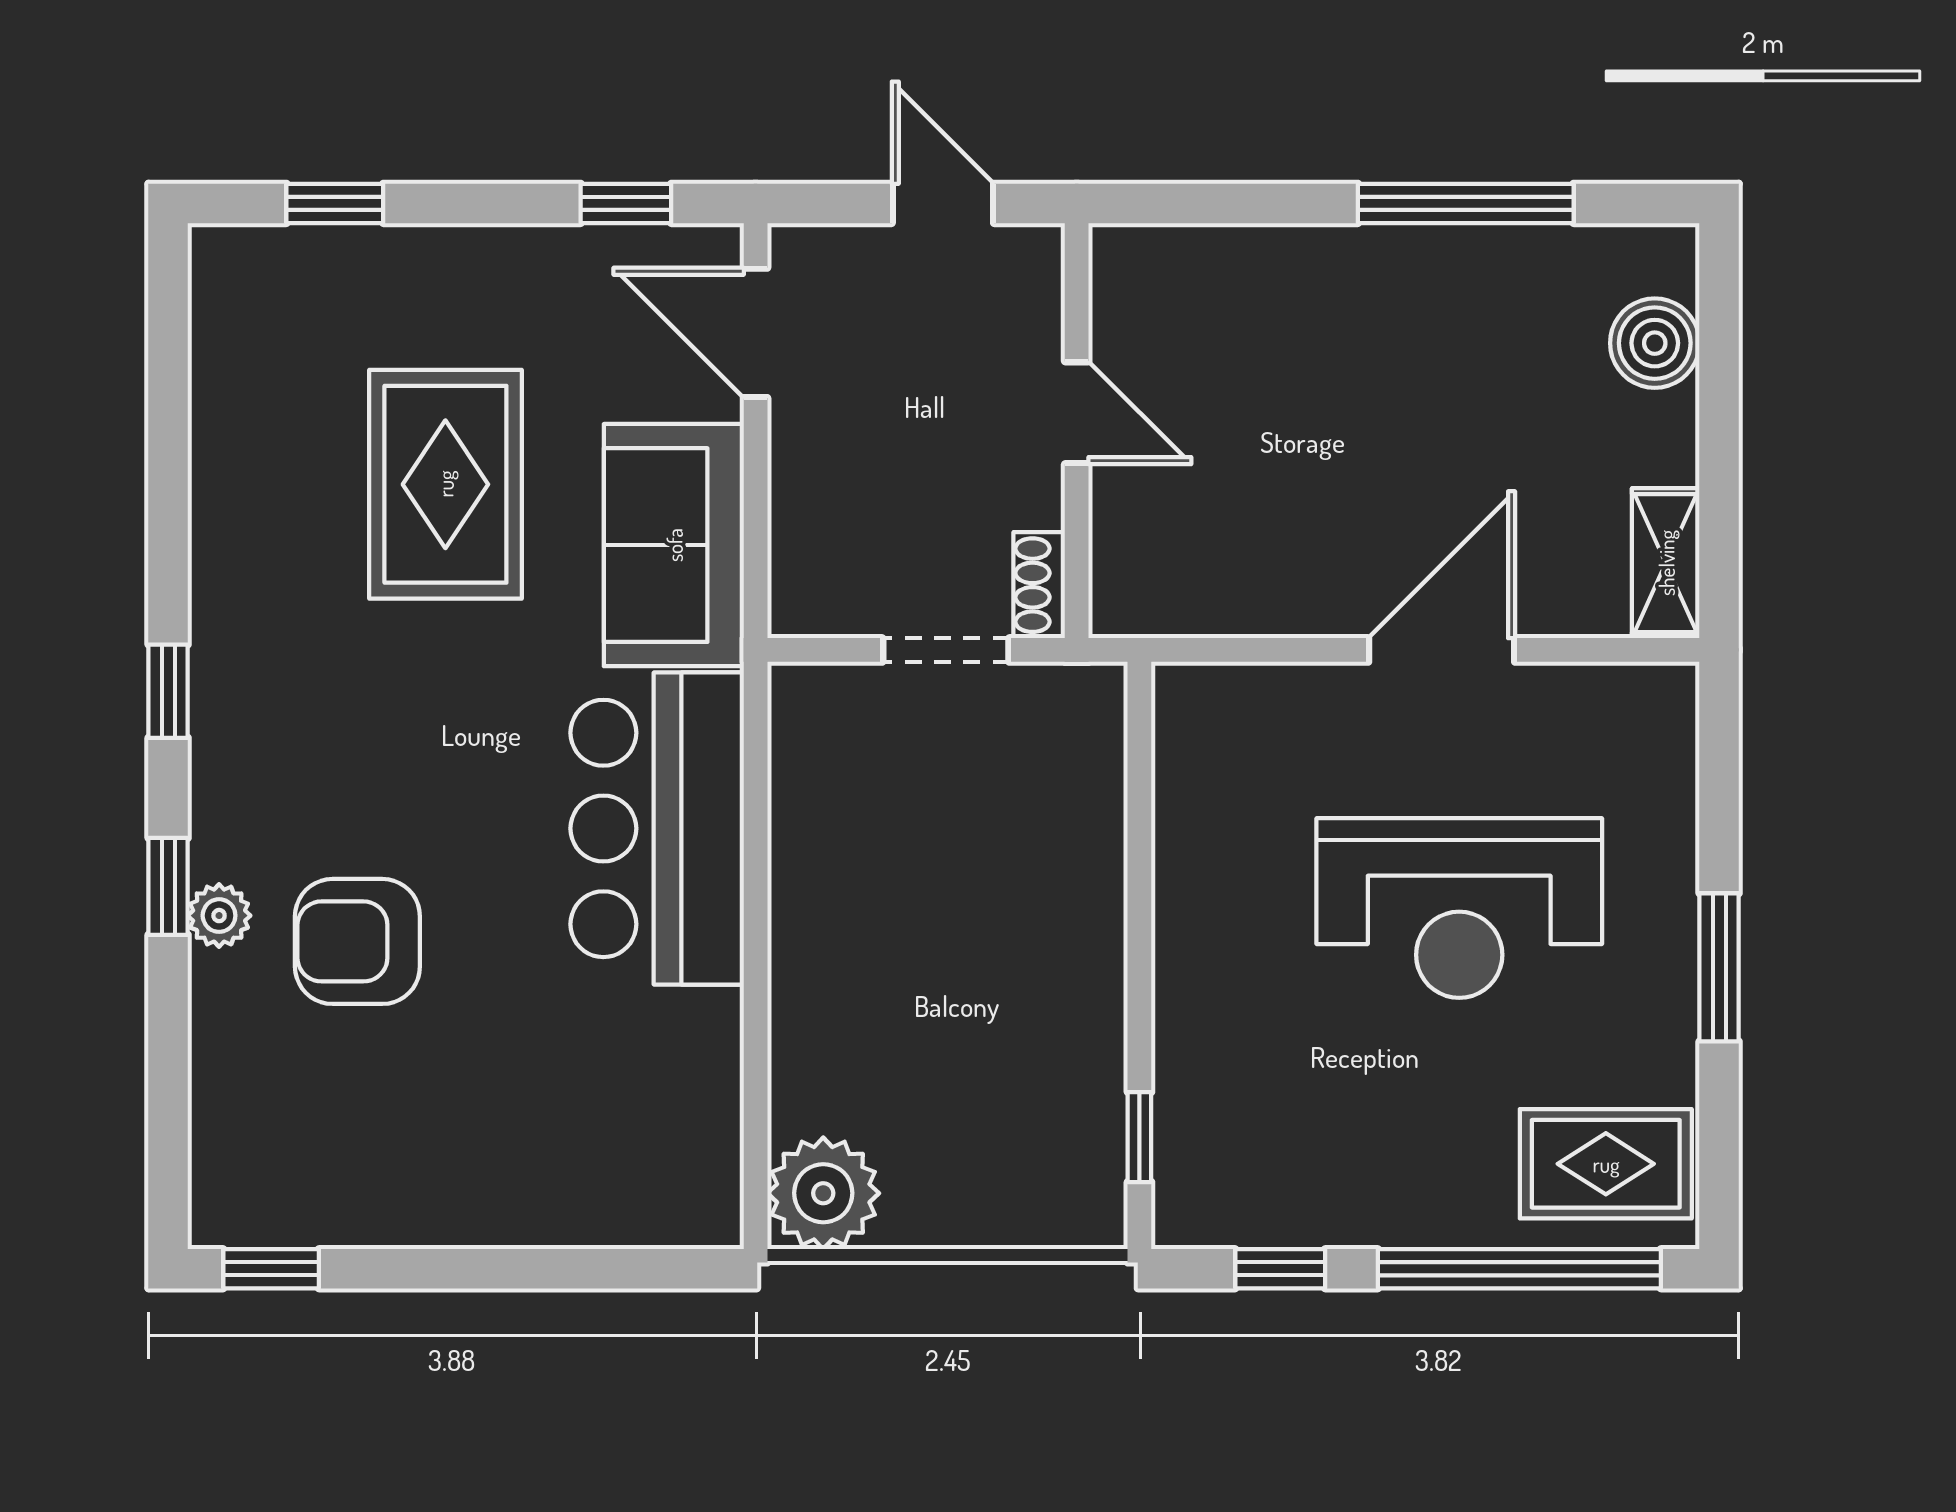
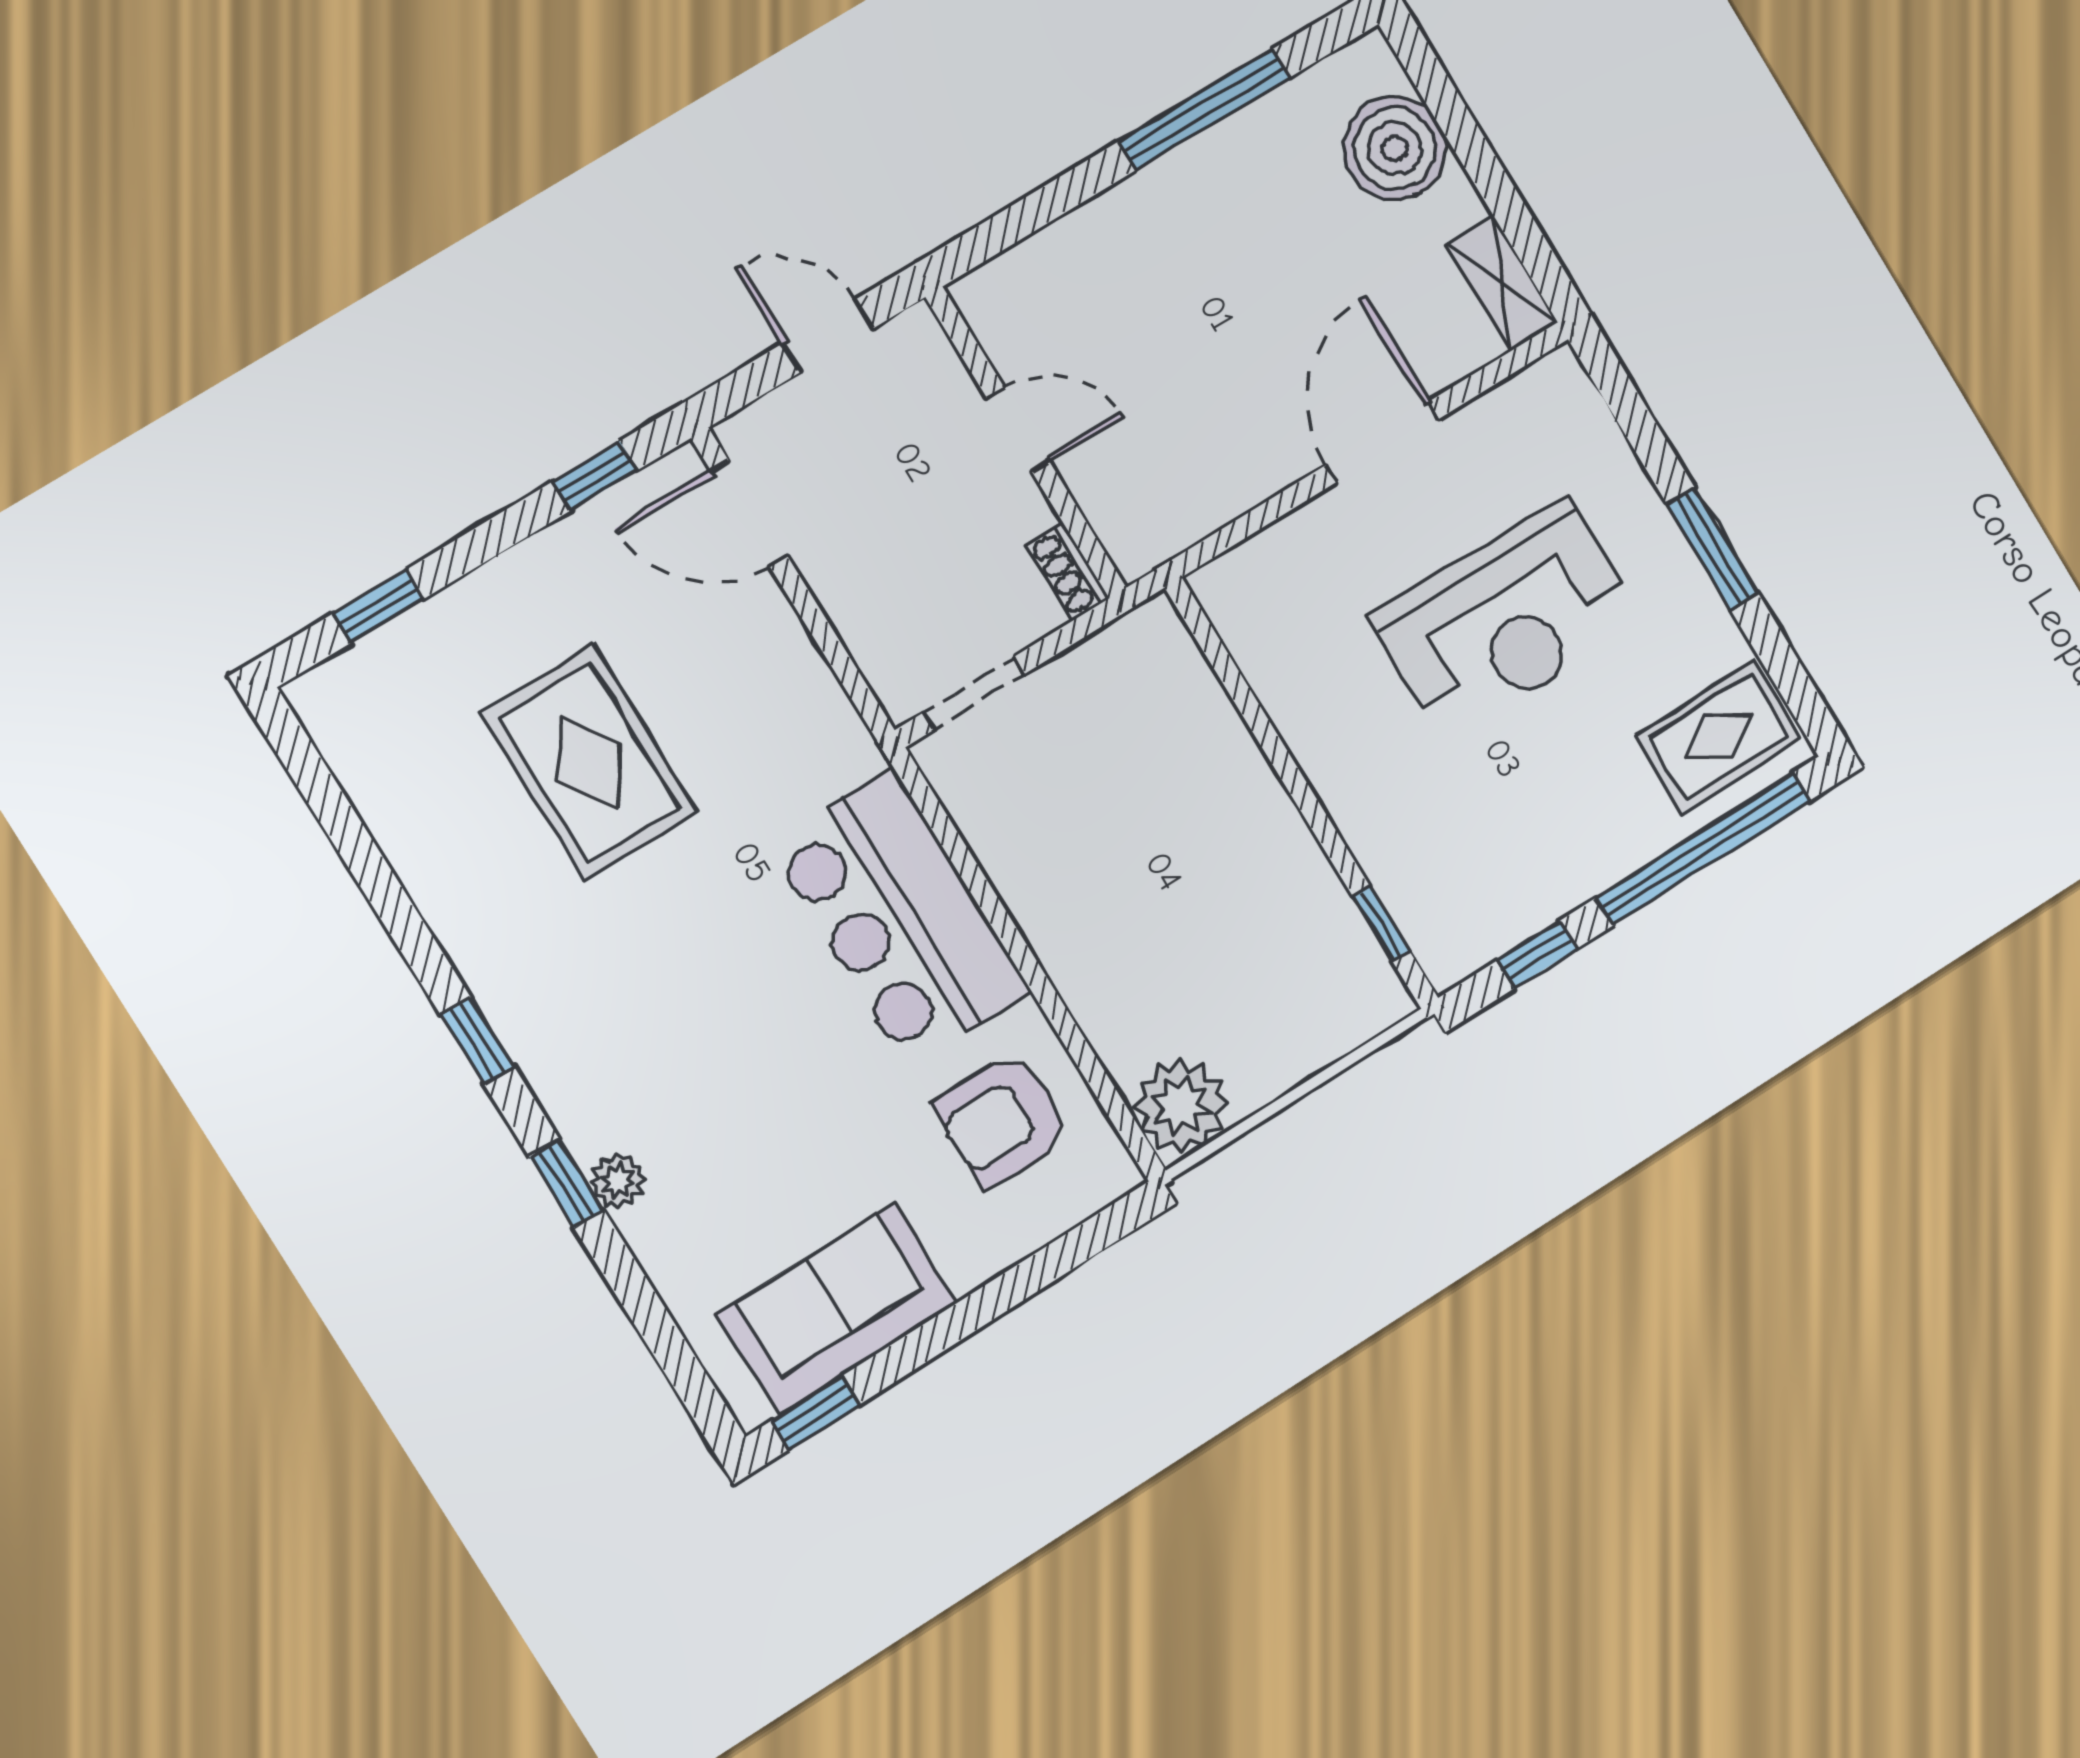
boiler: (1655, 343) -> (1395, 148), width x1.37, depth x1.37
sofa: (674, 545) -> (837, 1309), moved, turned 90
doorway: (946, 650) -> (974, 693), moved
armchair: (357, 941) -> (1002, 1119), moved

